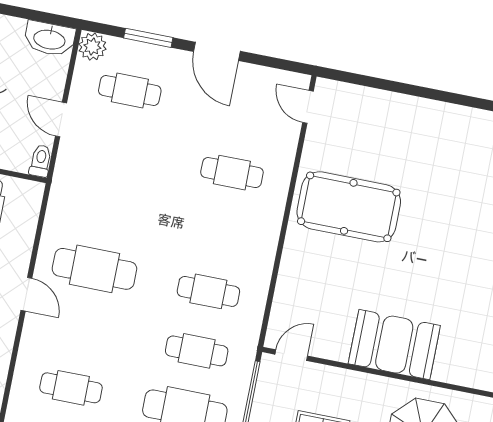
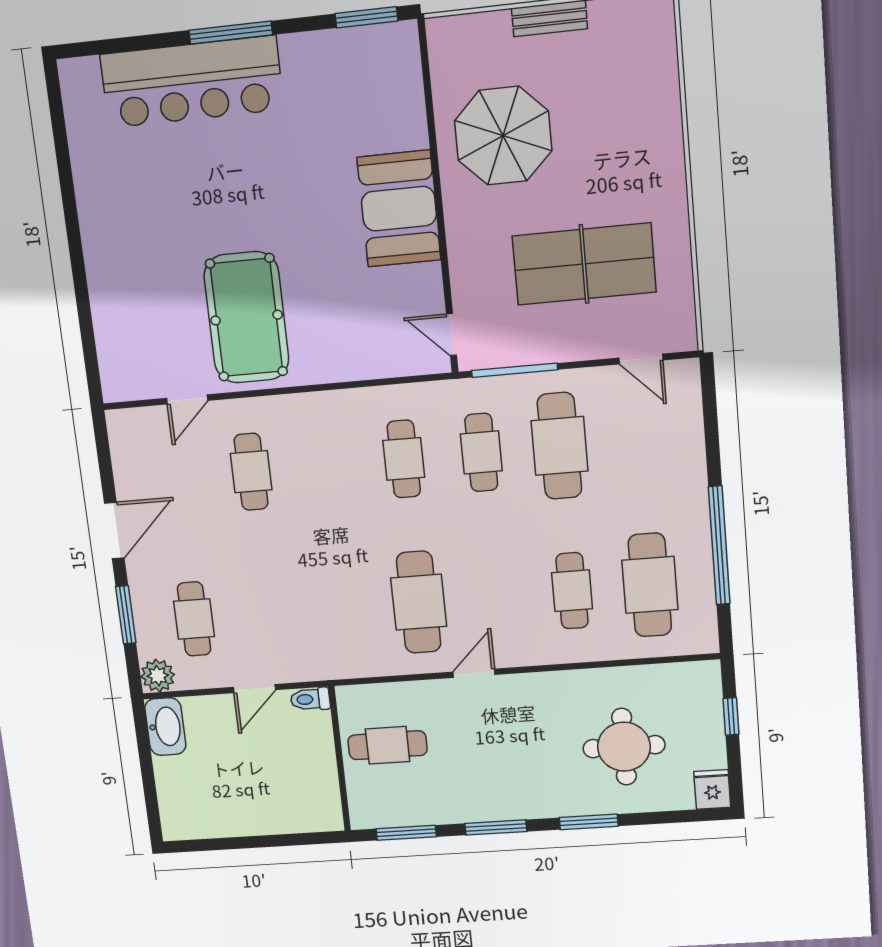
door: (308, 107) -> (187, 399), moved

